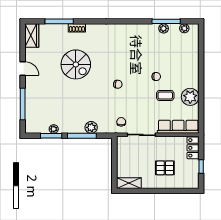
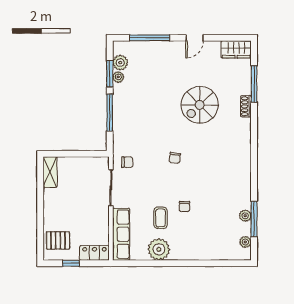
plant: (91, 127) -> (120, 63), moved
pallet: (165, 168) -> (58, 240), moved, turned 90

